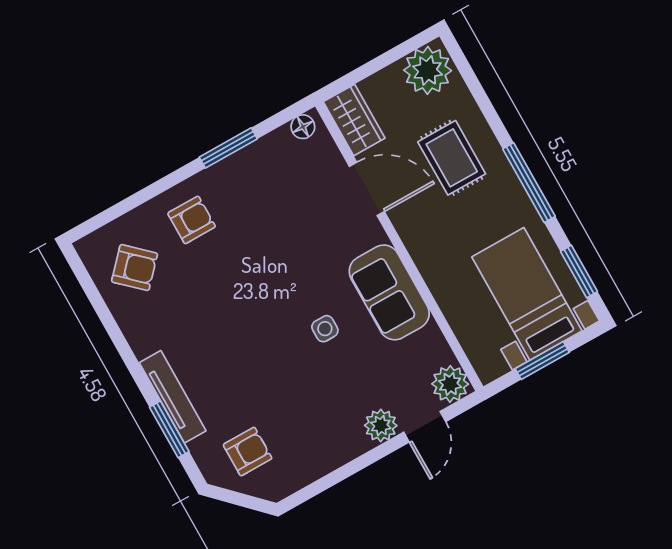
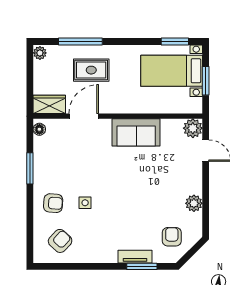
plant: (428, 70) -> (40, 53), width x0.53, depth x0.53
window: (529, 183) -> (80, 41), moved
armchair: (192, 220) -> (53, 203), turned 94
side table: (325, 329) -> (85, 203), moved
tv unit: (173, 397) -> (135, 257), width x0.71
plant: (381, 425) -> (194, 203), moved

